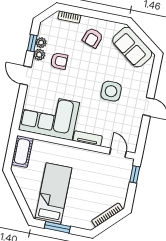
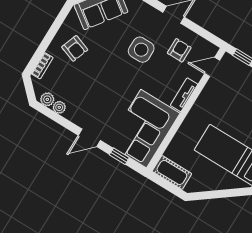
window: (32, 43) -> (119, 156), moved
plant: (39, 55) -> (47, 99), moved
armchair: (59, 61) -> (179, 50), moved

